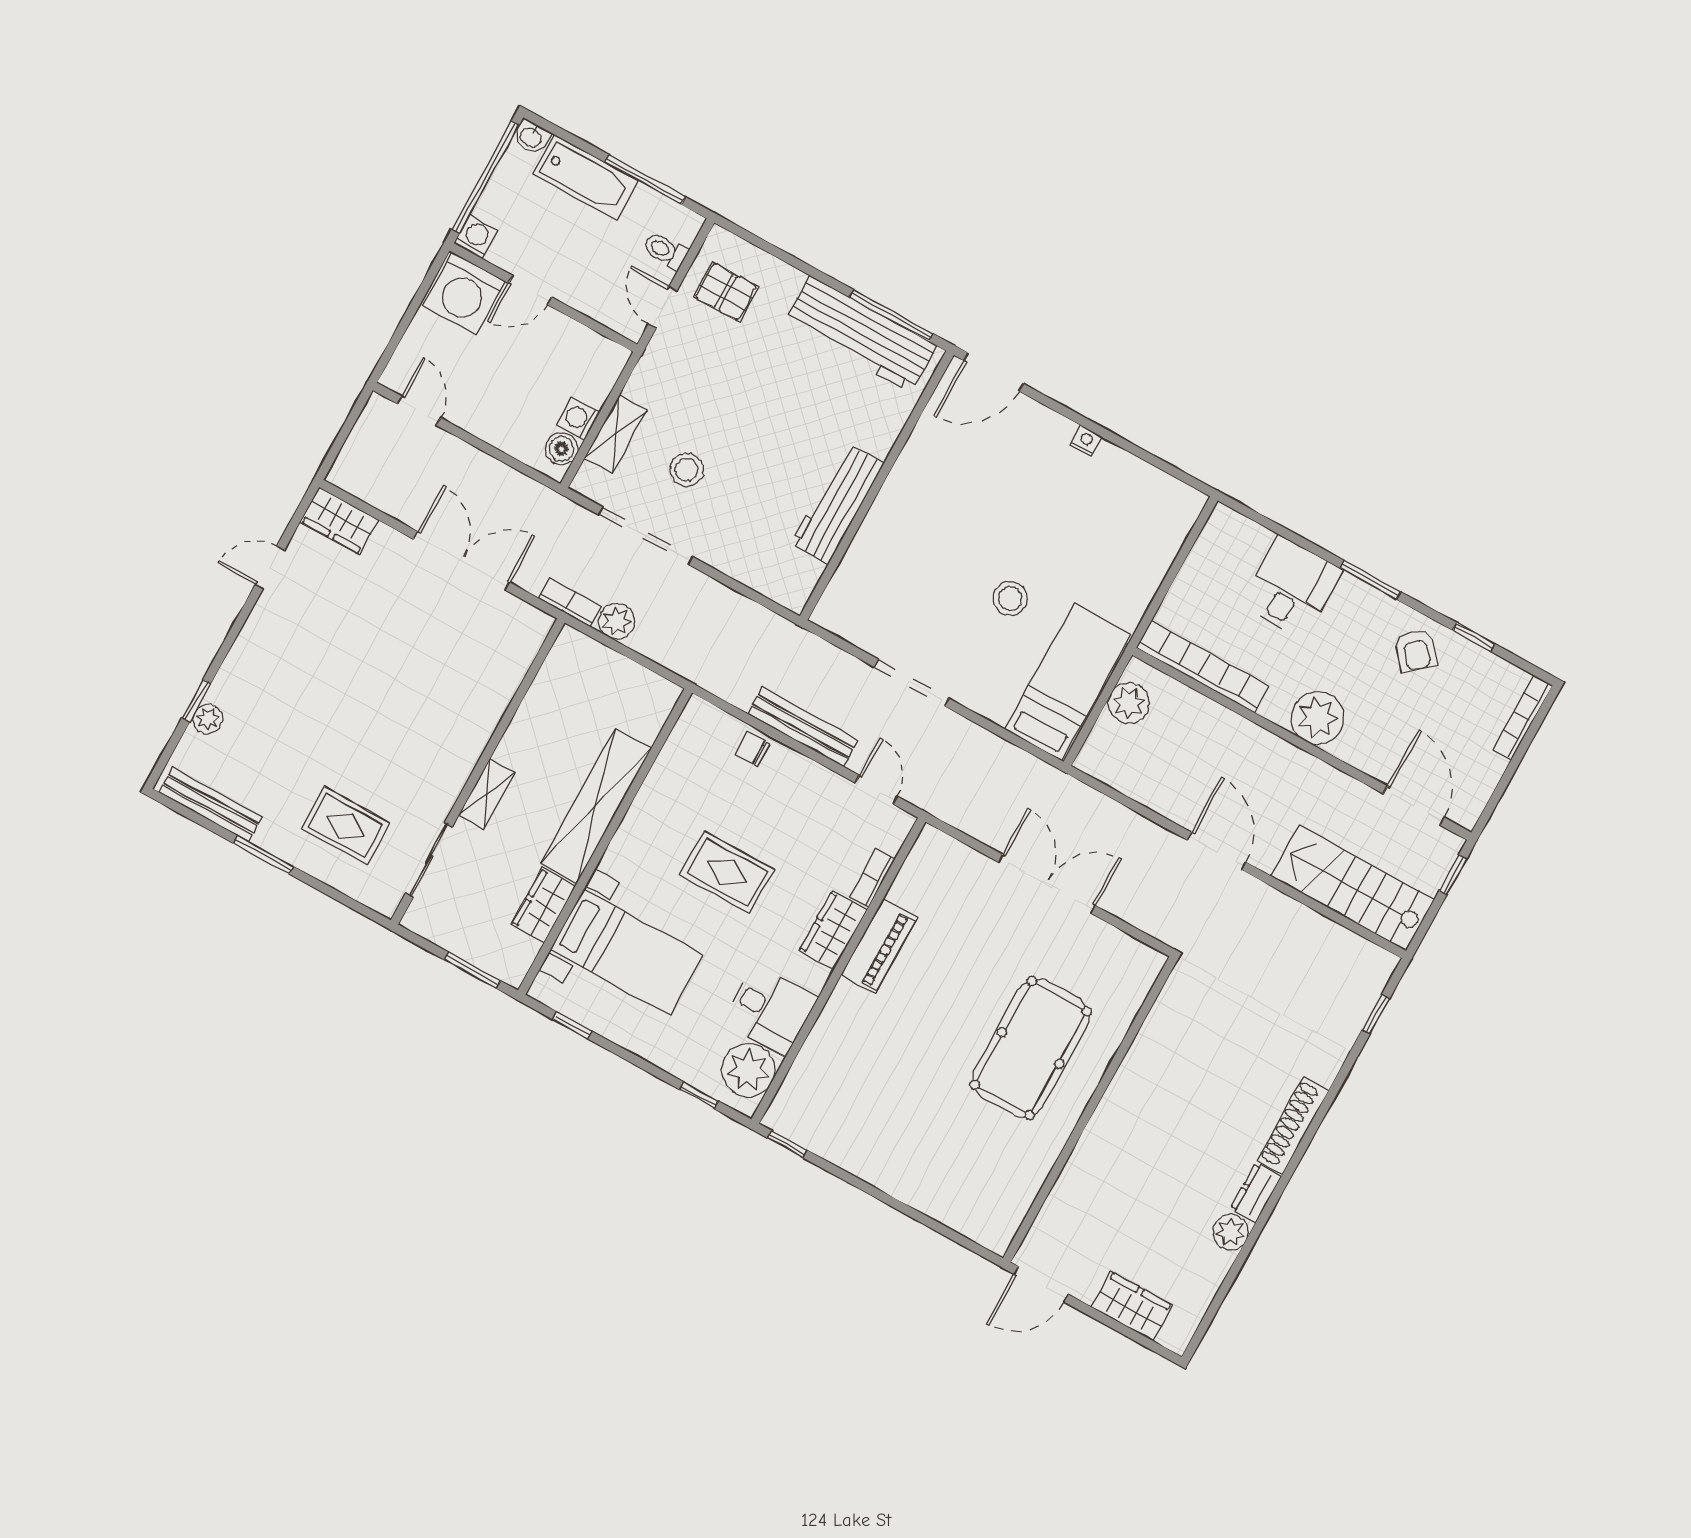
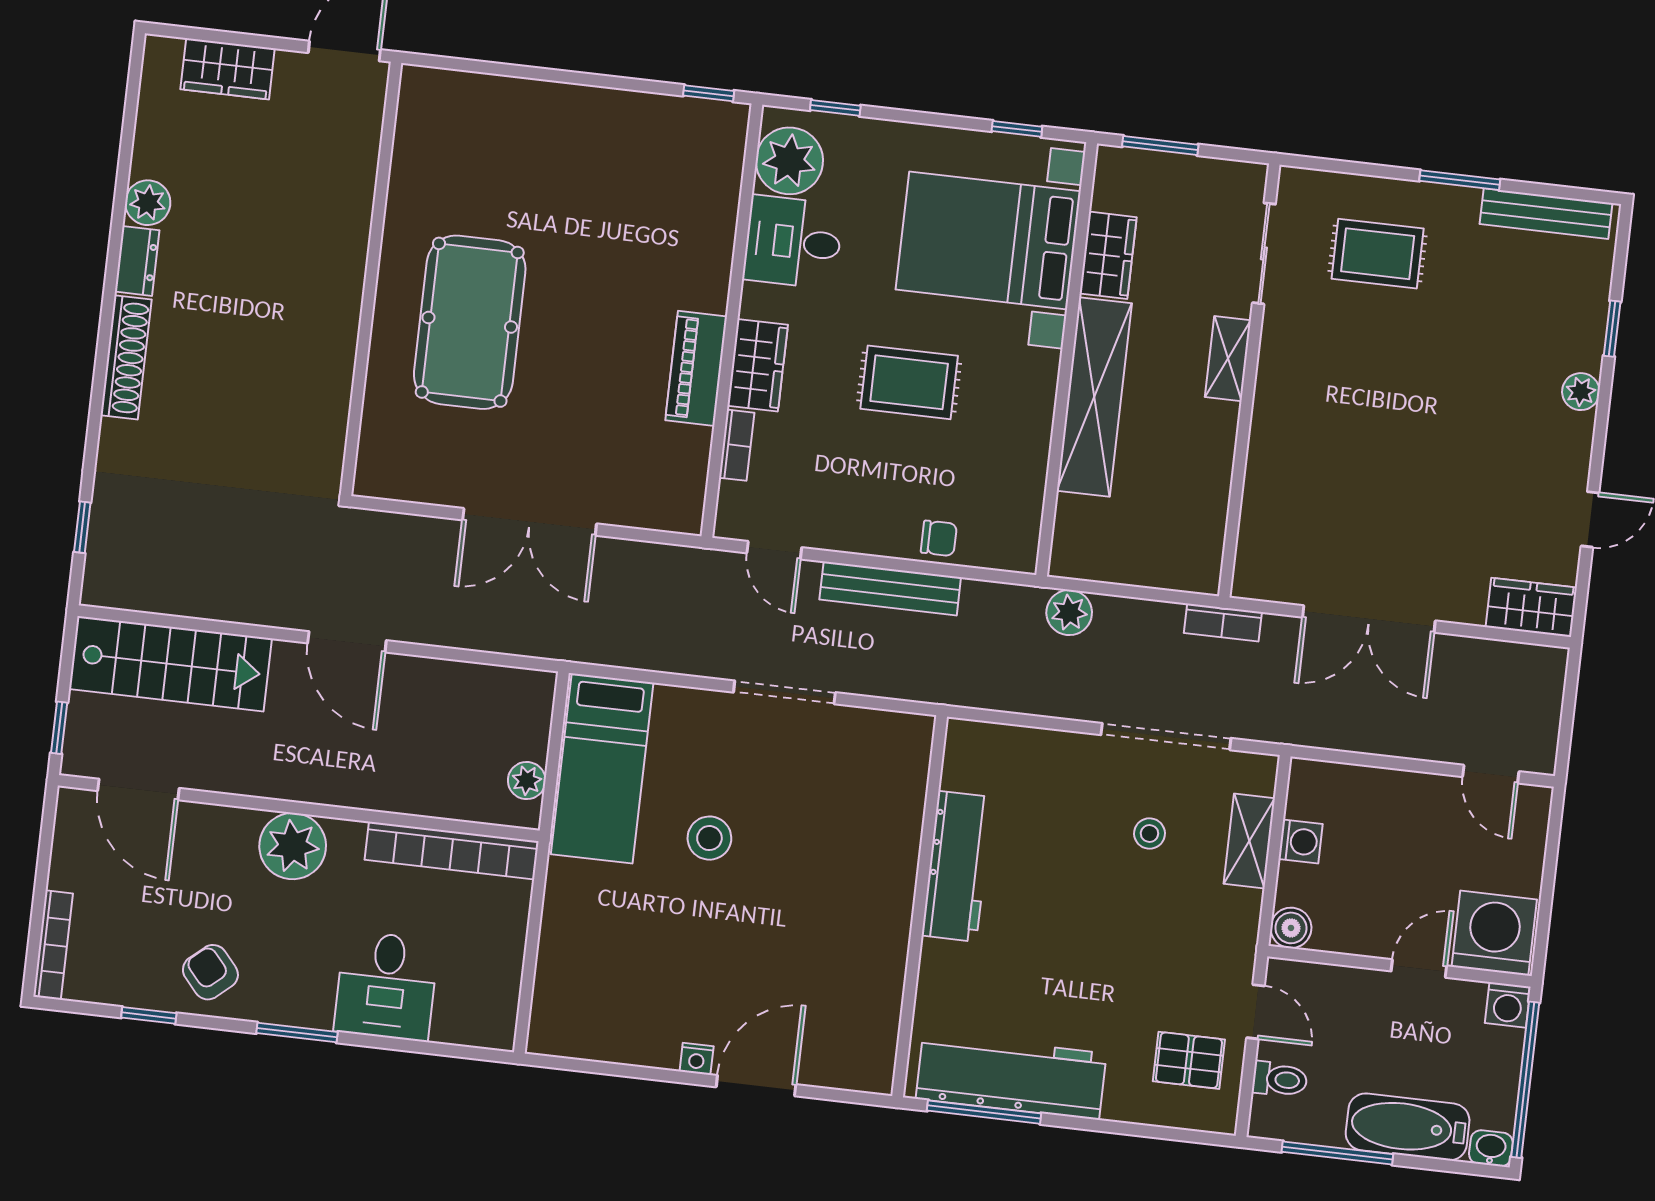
door: (993, 372) -> (756, 1086), moved
boiler: (561, 449) -> (1291, 928), moved
stool: (687, 470) -> (1149, 834), width x0.73, depth x0.73
plant: (617, 621) -> (1069, 612), moved
plant: (1129, 703) -> (527, 781), width x0.73, depth x0.73
plant: (208, 719) -> (1581, 392), moved
bed with nightstands: (627, 952) -> (988, 240), width x1.36

